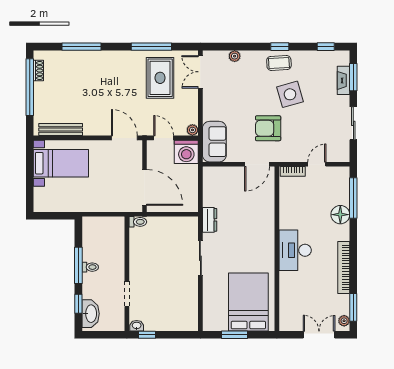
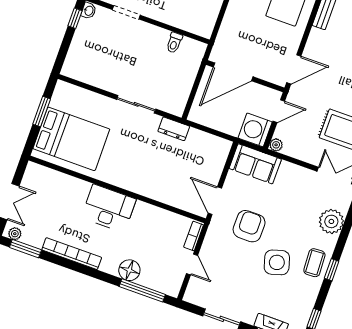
plant: (235, 56) -> (331, 221), width x1.88, depth x1.88
toilet: (138, 222) -> (174, 43), moved

